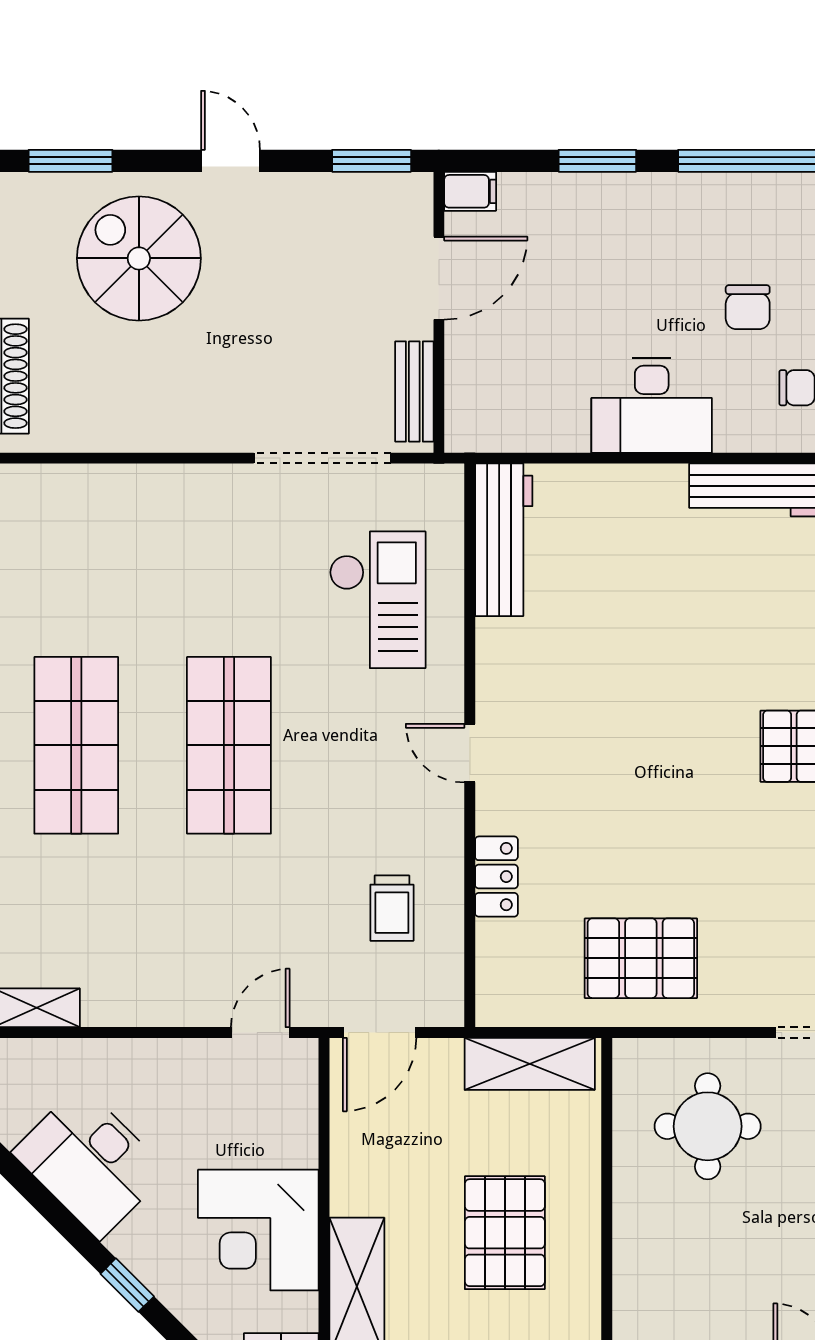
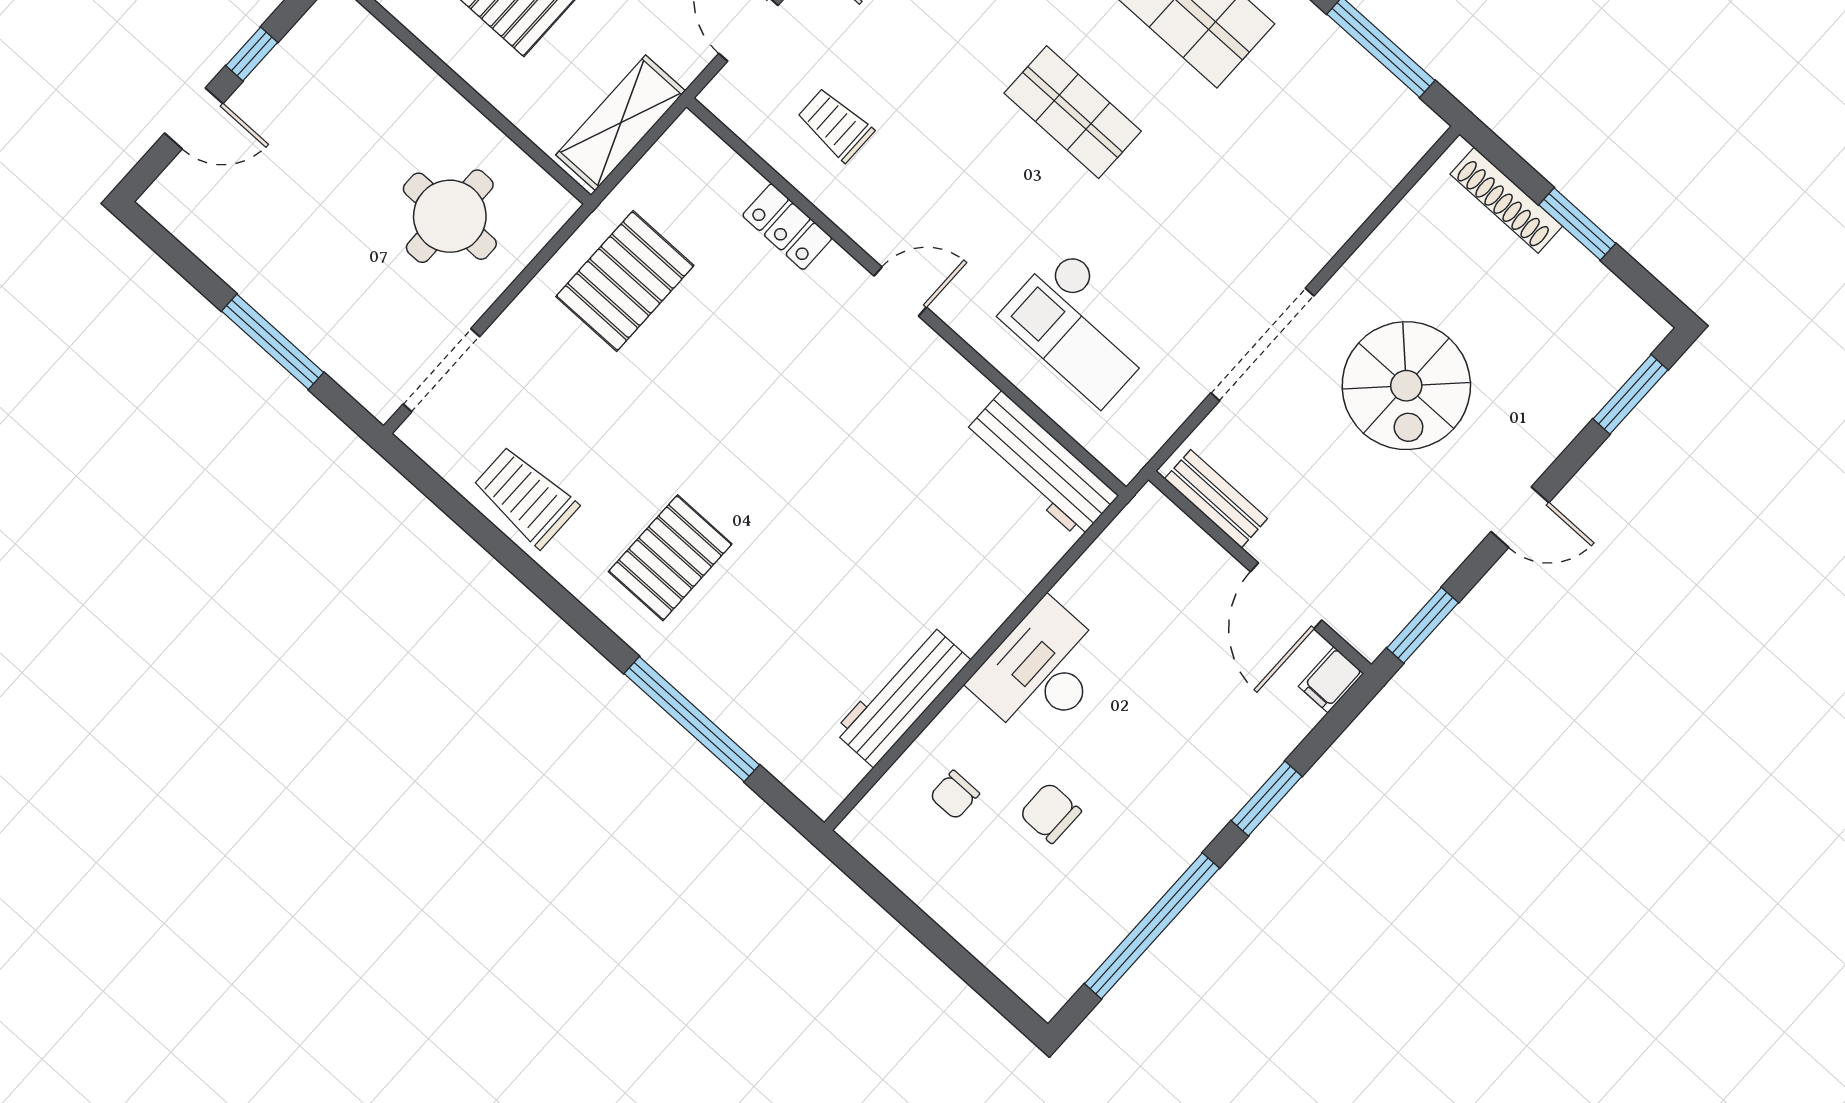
spiral stairs: (139, 258) -> (1406, 386), moved, turned 90
doorway: (322, 458) -> (1262, 344), moved
shop shelf: (229, 745) -> (1073, 112), width x0.70, depth x0.74

